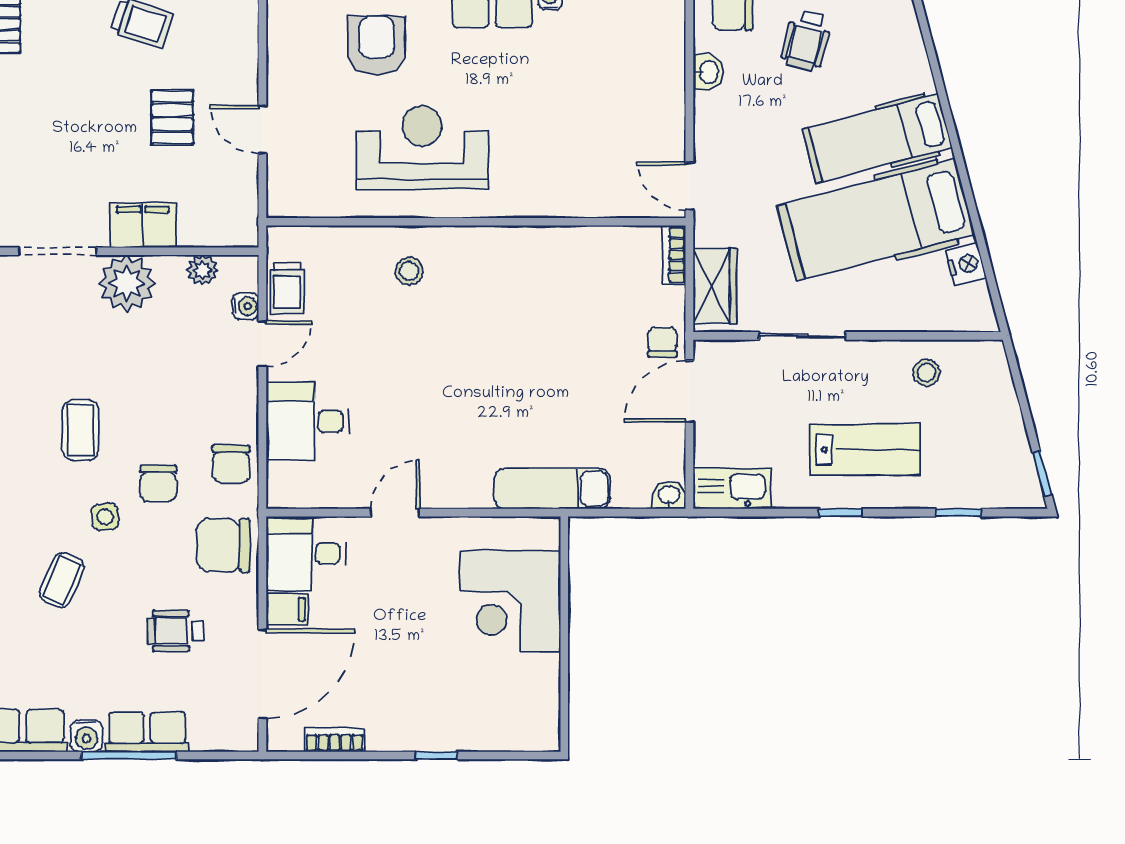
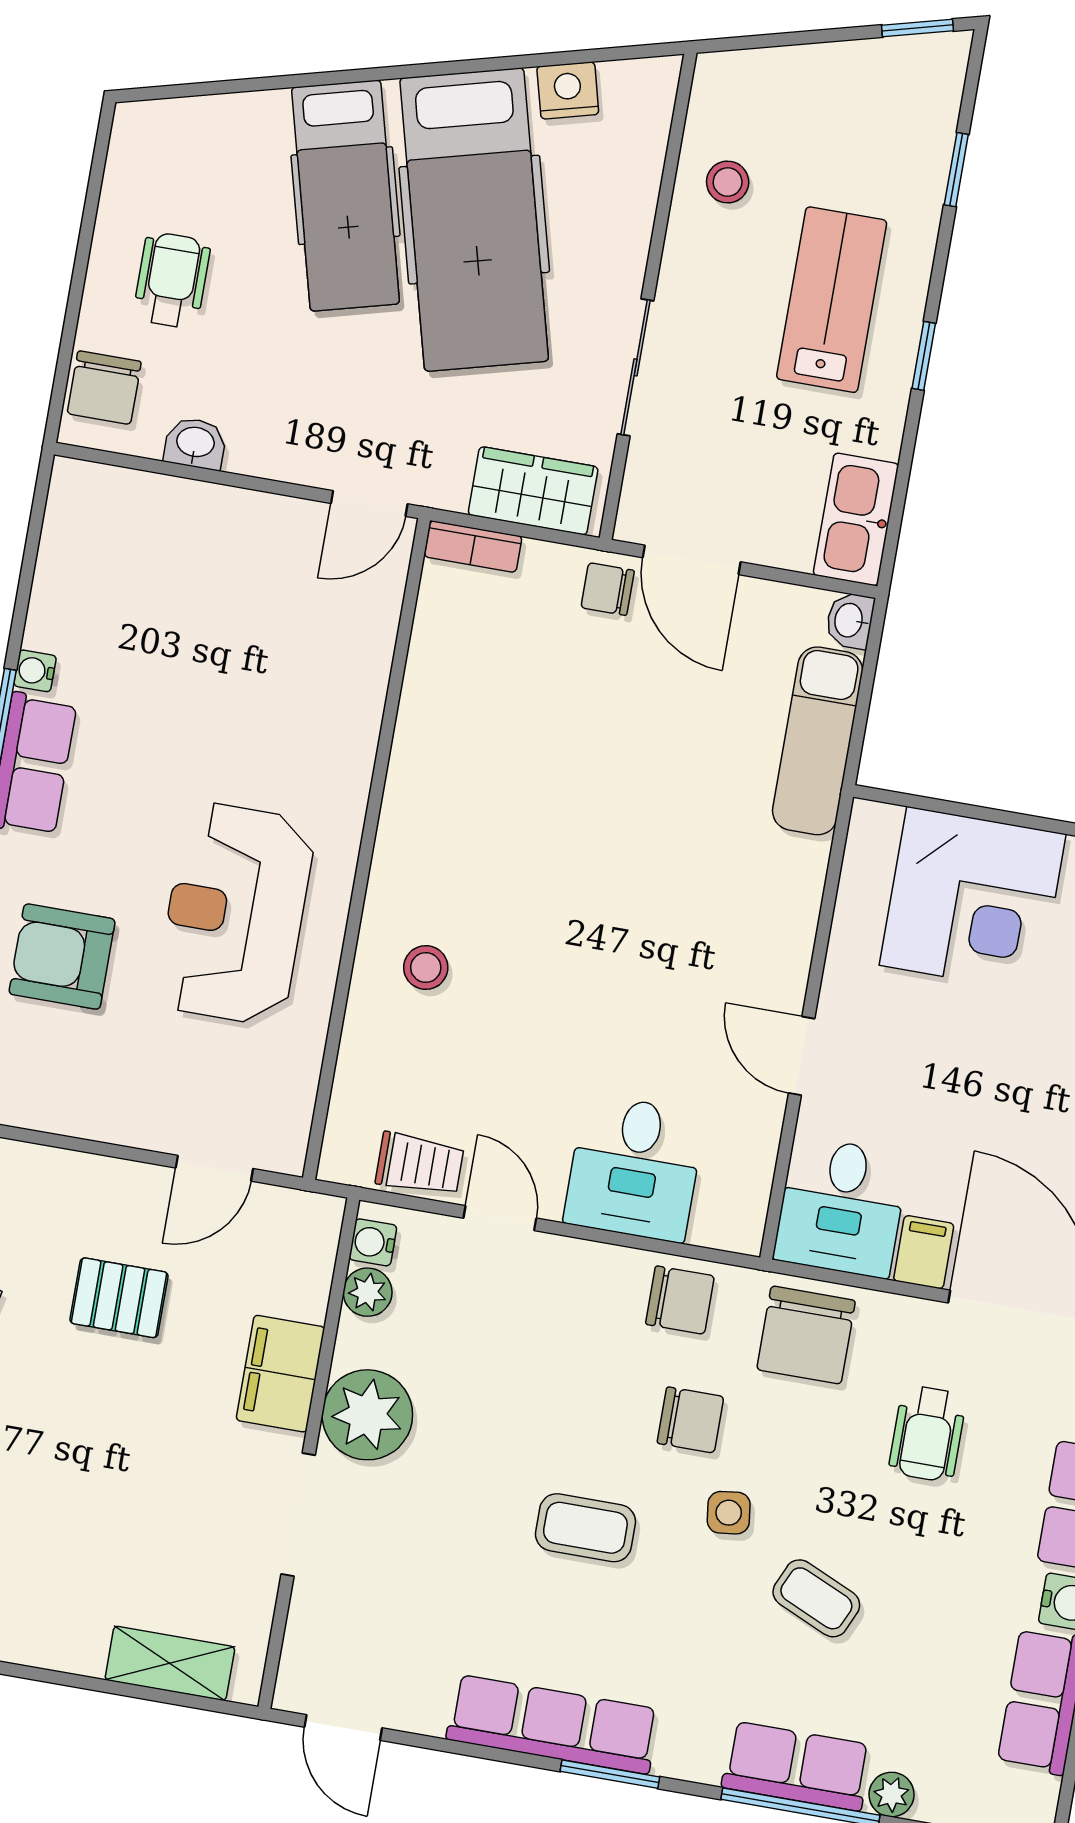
wheelchair: (806, 40) -> (172, 280), turned -104
door: (262, 129) -> (214, 1168), moved
water cooler: (246, 306) -> (373, 1242), moved, turned -90
exam couch: (552, 489) -> (818, 741), moved

